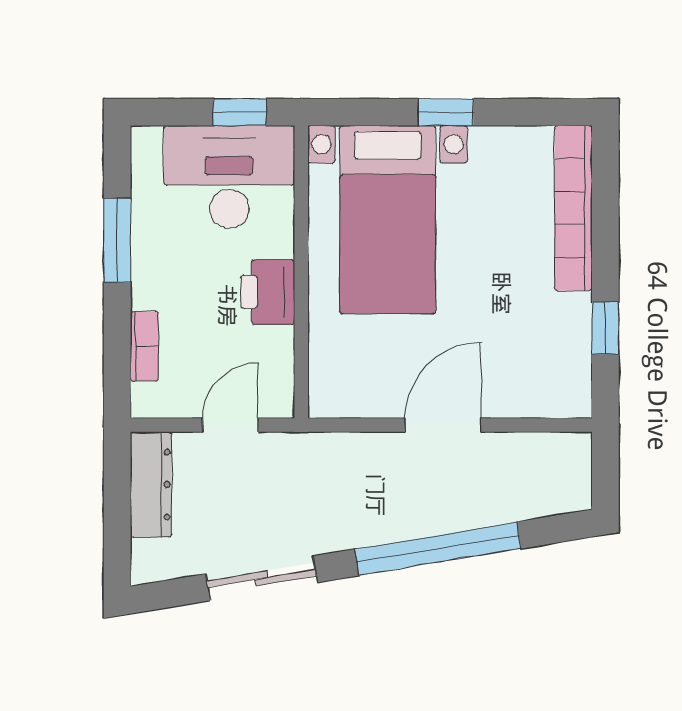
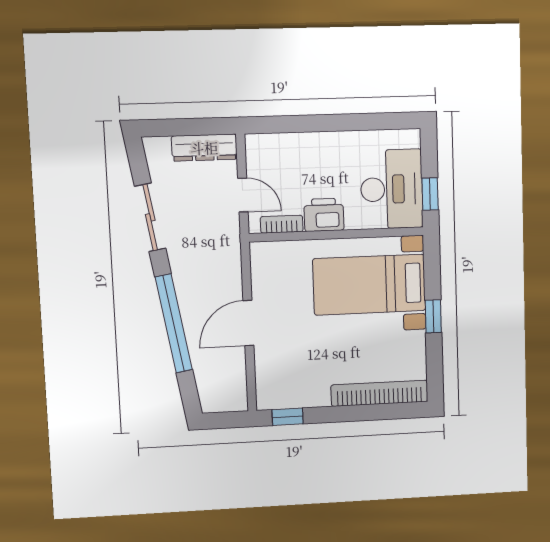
window: (117, 240) -> (352, 122), removed
window: (605, 328) -> (288, 417), moved
bookcase: (144, 346) -> (282, 224), moved, turned 180
door: (443, 425) -> (248, 323), swing flipped

